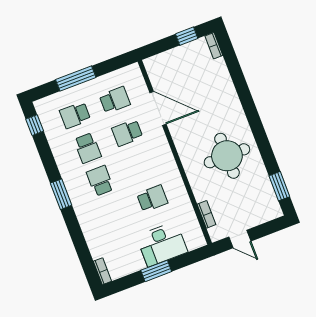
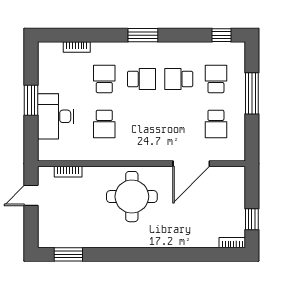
school desk: (127, 133) -> (104, 79), moved
round table: (227, 156) -> (132, 197), moved
bookcase: (102, 271) -> (77, 47), moved

